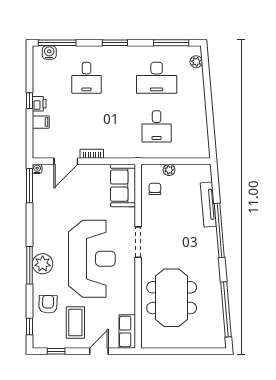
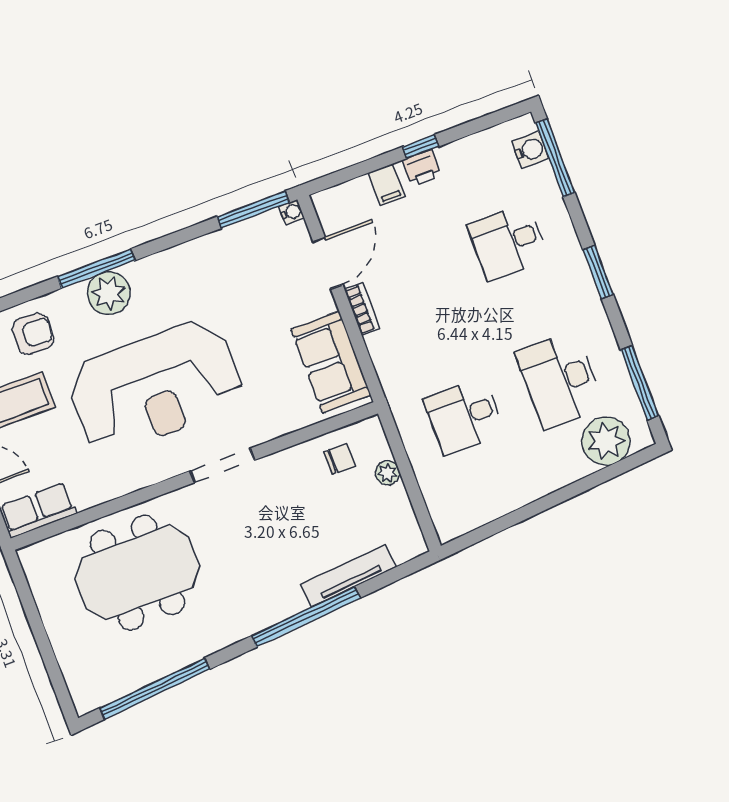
plant: (196, 62) -> (606, 441), width x1.87, depth x1.87
door: (66, 161) -> (328, 263), swing flipped
sofa: (123, 186) -> (331, 362), moved, turned -90

